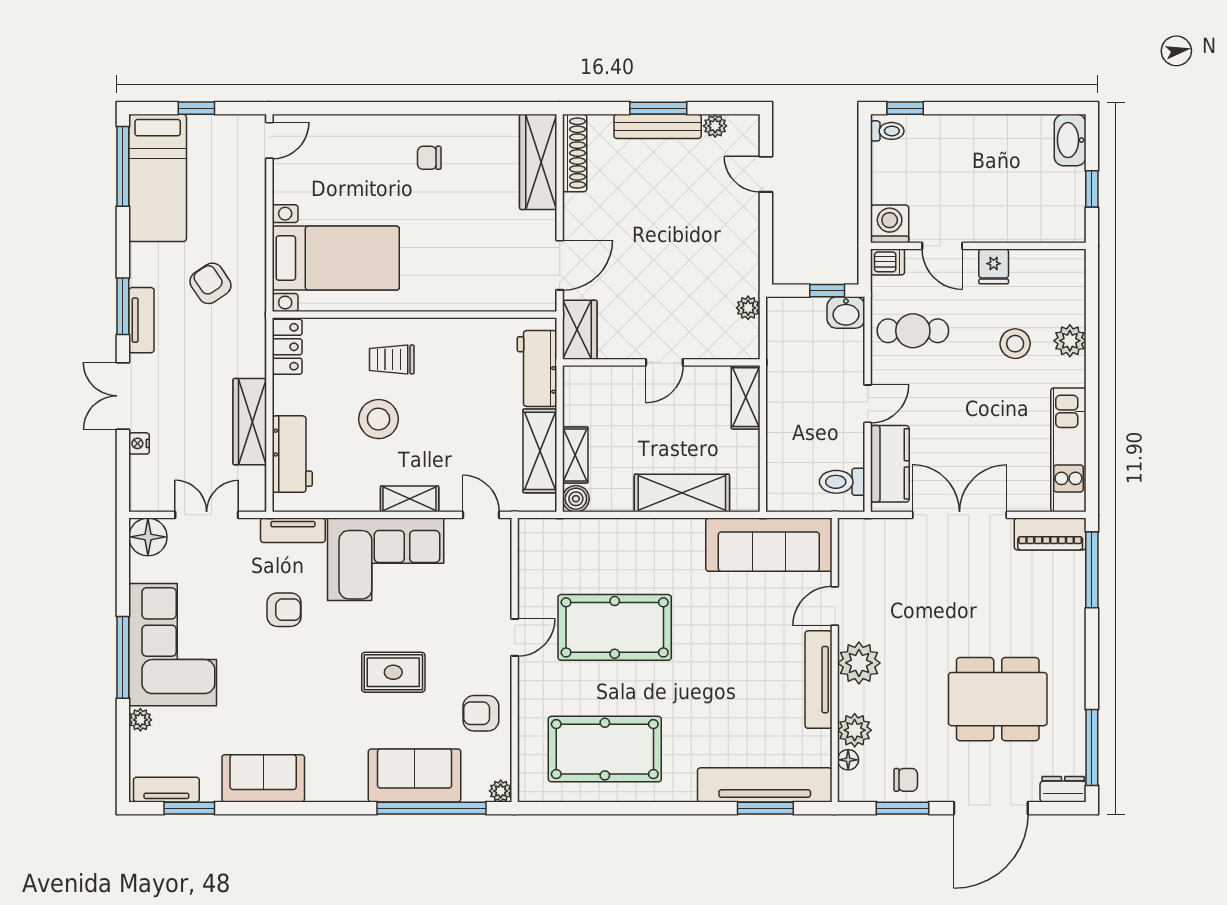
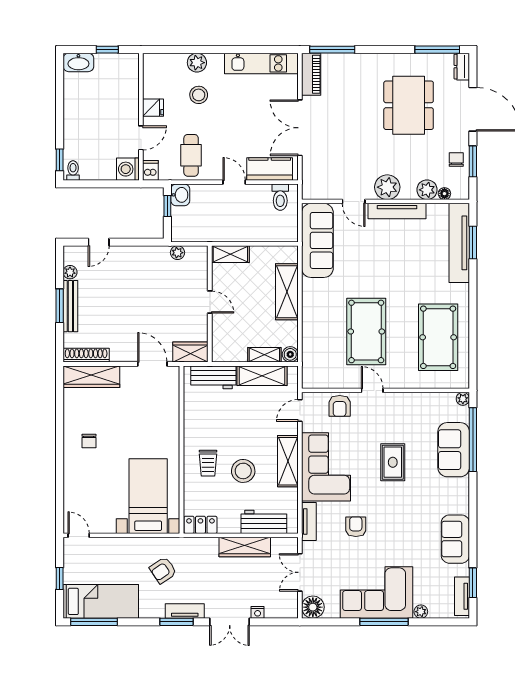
shelving: (410, 499) -> (288, 461), width x1.50, depth x1.33
armchair: (481, 713) -> (340, 406), moved

